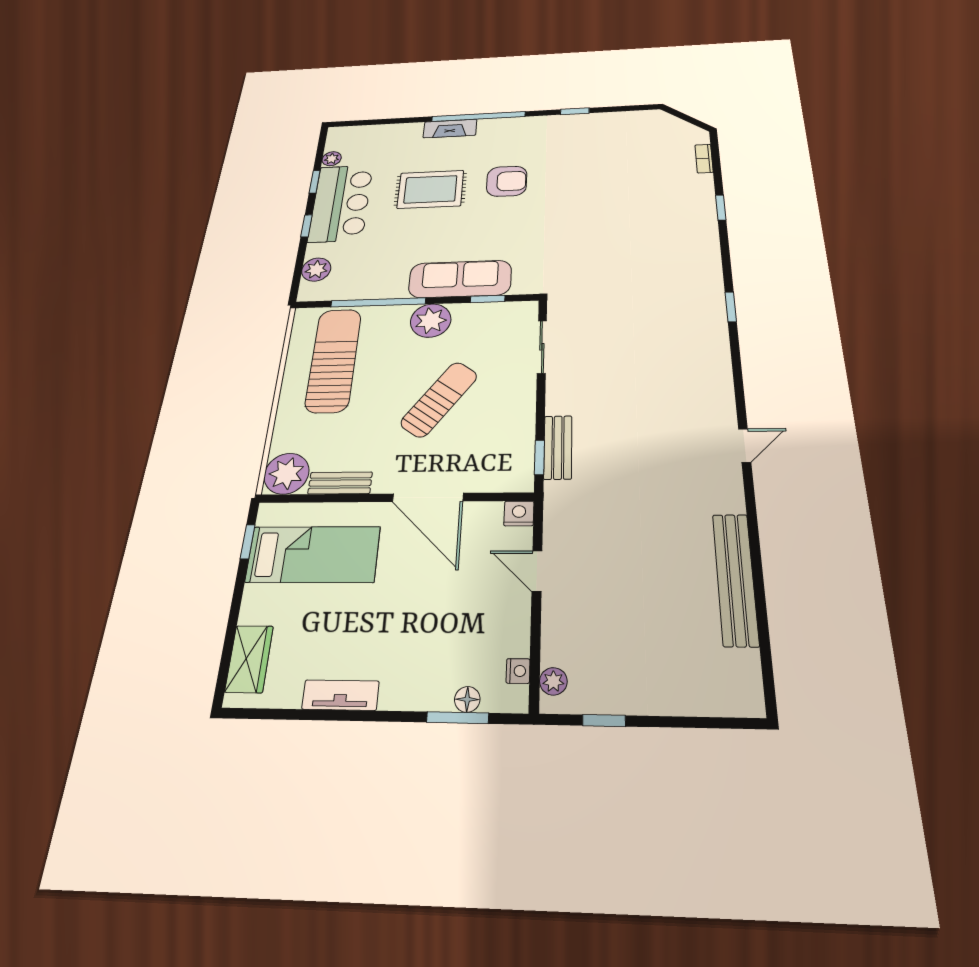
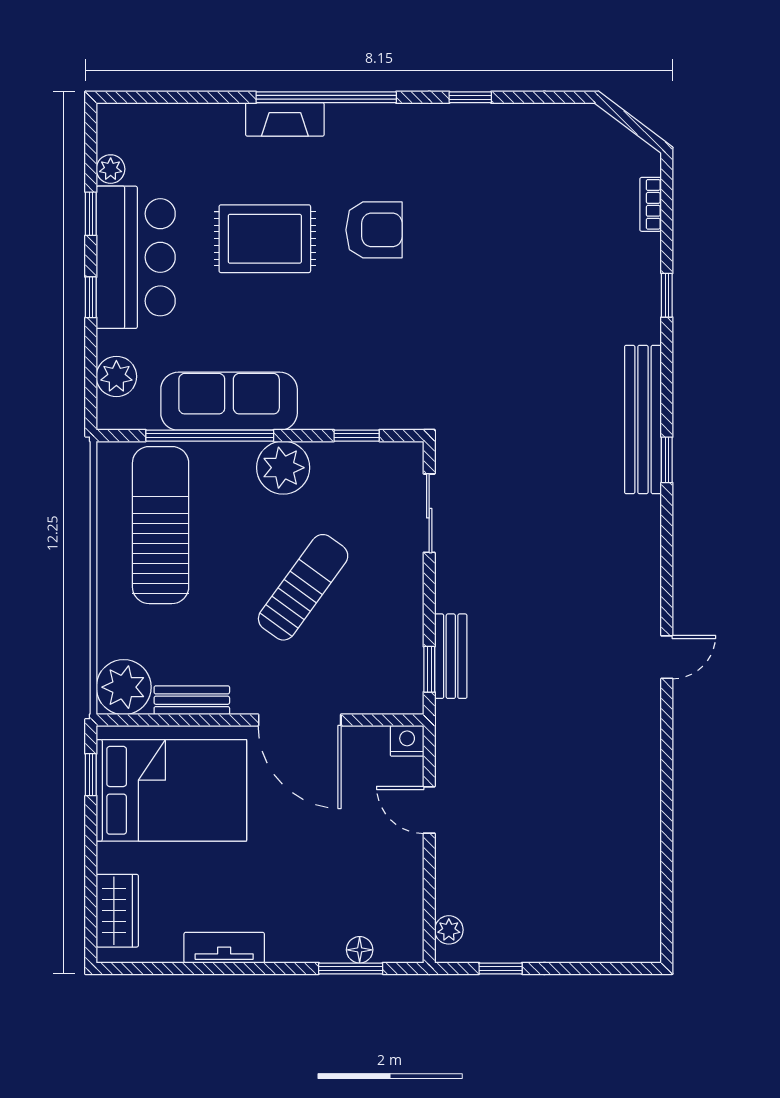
sofa: (460, 279) -> (229, 401), moved
bed: (313, 554) -> (171, 790), width x1.50
bench: (735, 579) -> (643, 420), moved
nightstand: (518, 671) -> (412, 920), removed

